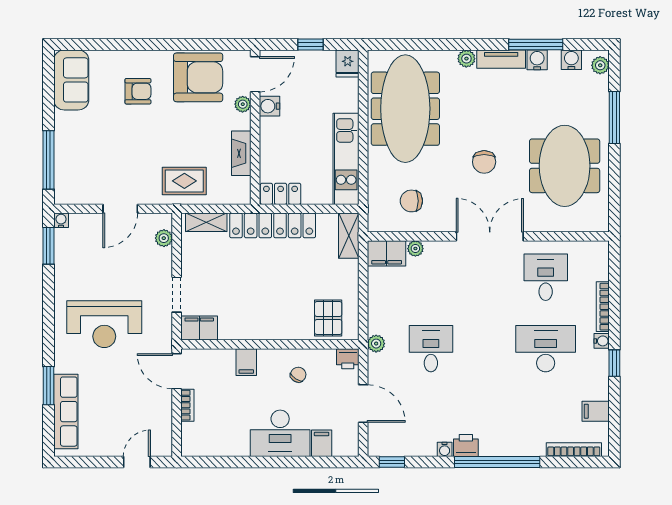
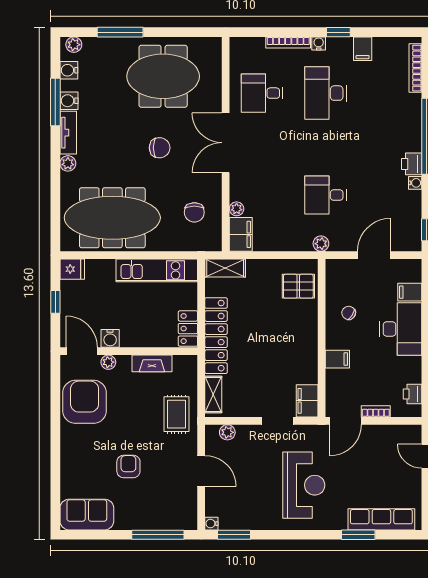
armchair: (138, 91) -> (128, 466), moved
printer: (348, 359) -> (412, 394), moved, turned 180
filing cabinet: (596, 411) -> (363, 49), moved

